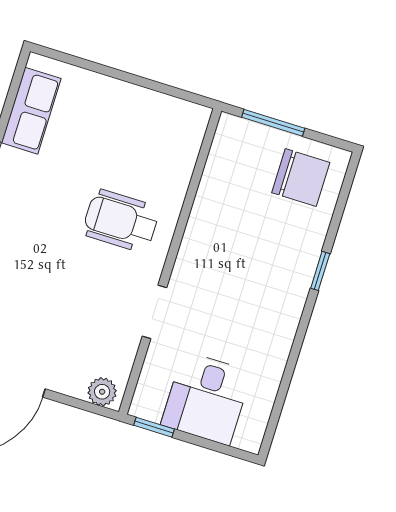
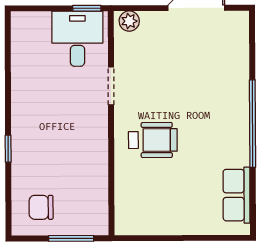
chair: (301, 178) -> (41, 207), width x0.73, depth x0.73
desk: (206, 398) -> (77, 39), moved

